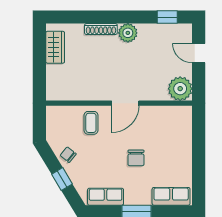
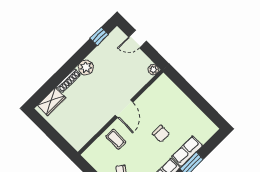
wardrobe: (55, 47) -> (52, 102), moved, turned 90
plant: (180, 89) -> (153, 70), width x0.53, depth x0.53
row of seats: (171, 196) -> (187, 151), moved

